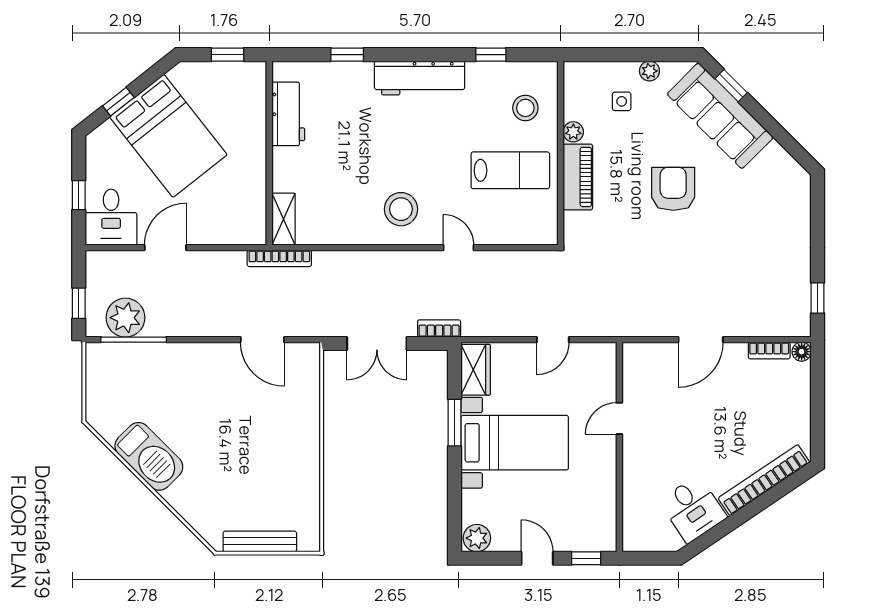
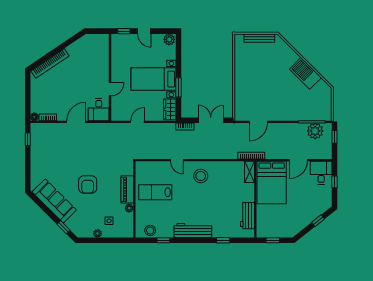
stool: (525, 108) -> (150, 230), moved
sofa: (720, 116) -> (54, 201), moved
bed: (168, 136) -> (272, 182), moved, turned -142
door: (262, 340) -> (258, 122), swing flipped
desk: (693, 509) -> (99, 110), moved, turned -146

